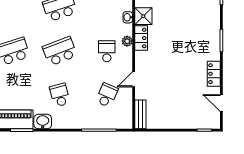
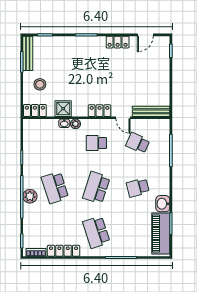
locker: (141, 38) -> (100, 111), moved
plant: (127, 41) -> (75, 124), moved
school desk: (60, 51) -> (96, 188), turned 39
bench: (140, 114) -> (151, 111), width x1.36

